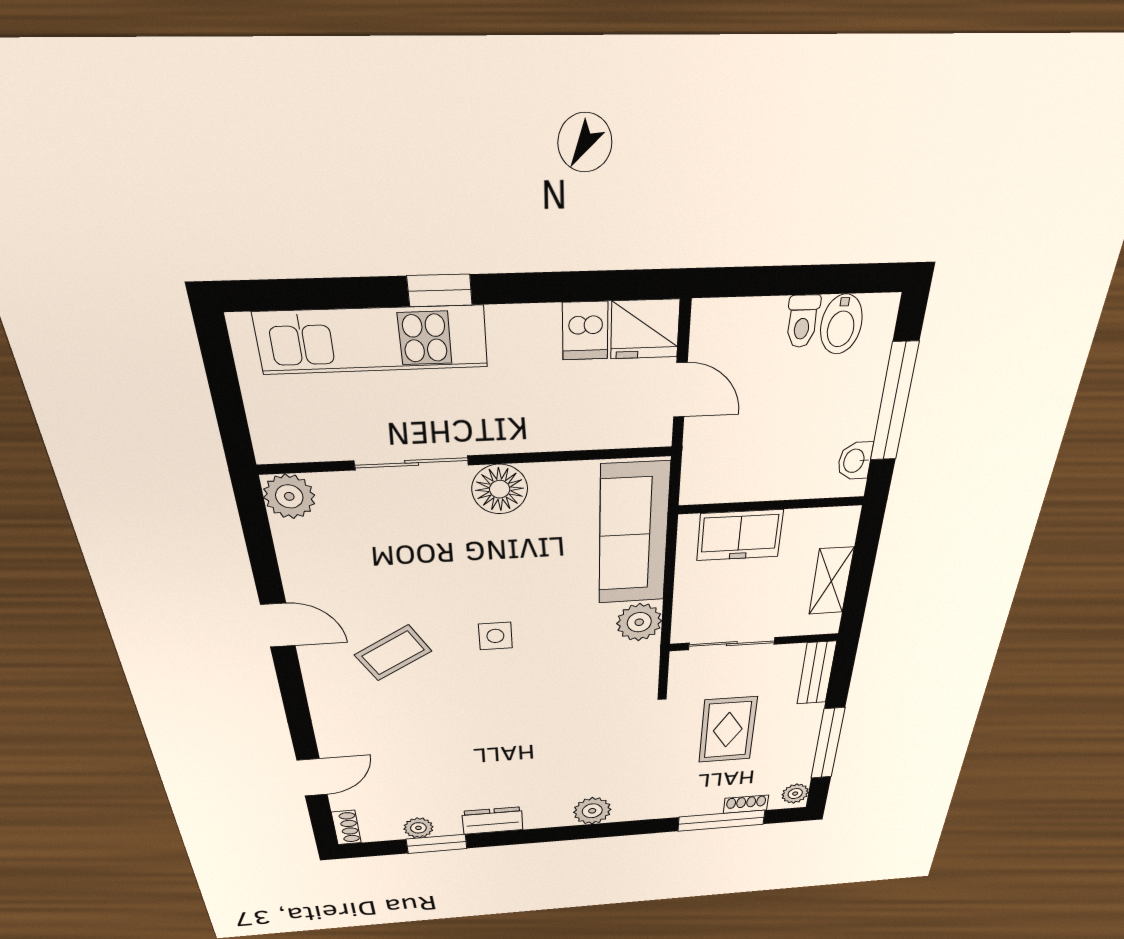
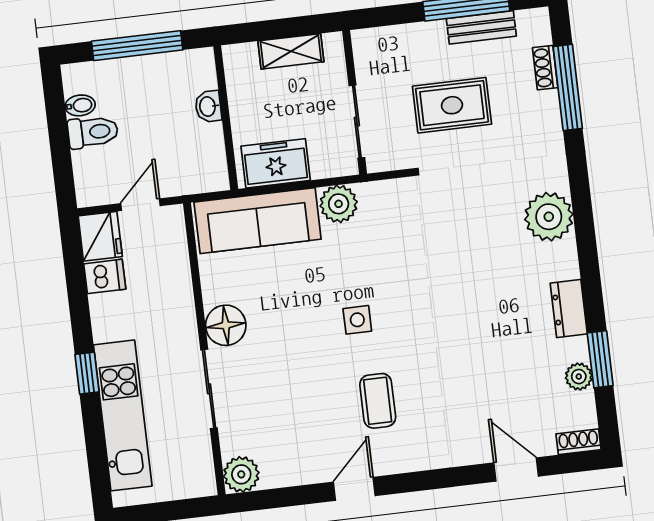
toilet: (802, 321) -> (93, 132), width x1.37, depth x1.39
bidet: (841, 324) -> (80, 105), width x0.72, depth x0.74
washbasin: (855, 461) -> (208, 106), moved, turned 90
freezer: (740, 535) -> (276, 163), moved, turned -90
coffee table: (393, 653) -> (378, 401), turned 30
bench: (817, 673) -> (481, 27), moved
plant: (795, 794) -> (530, 22), removed
plant: (592, 811) -> (549, 217), width x1.36, depth x1.36

